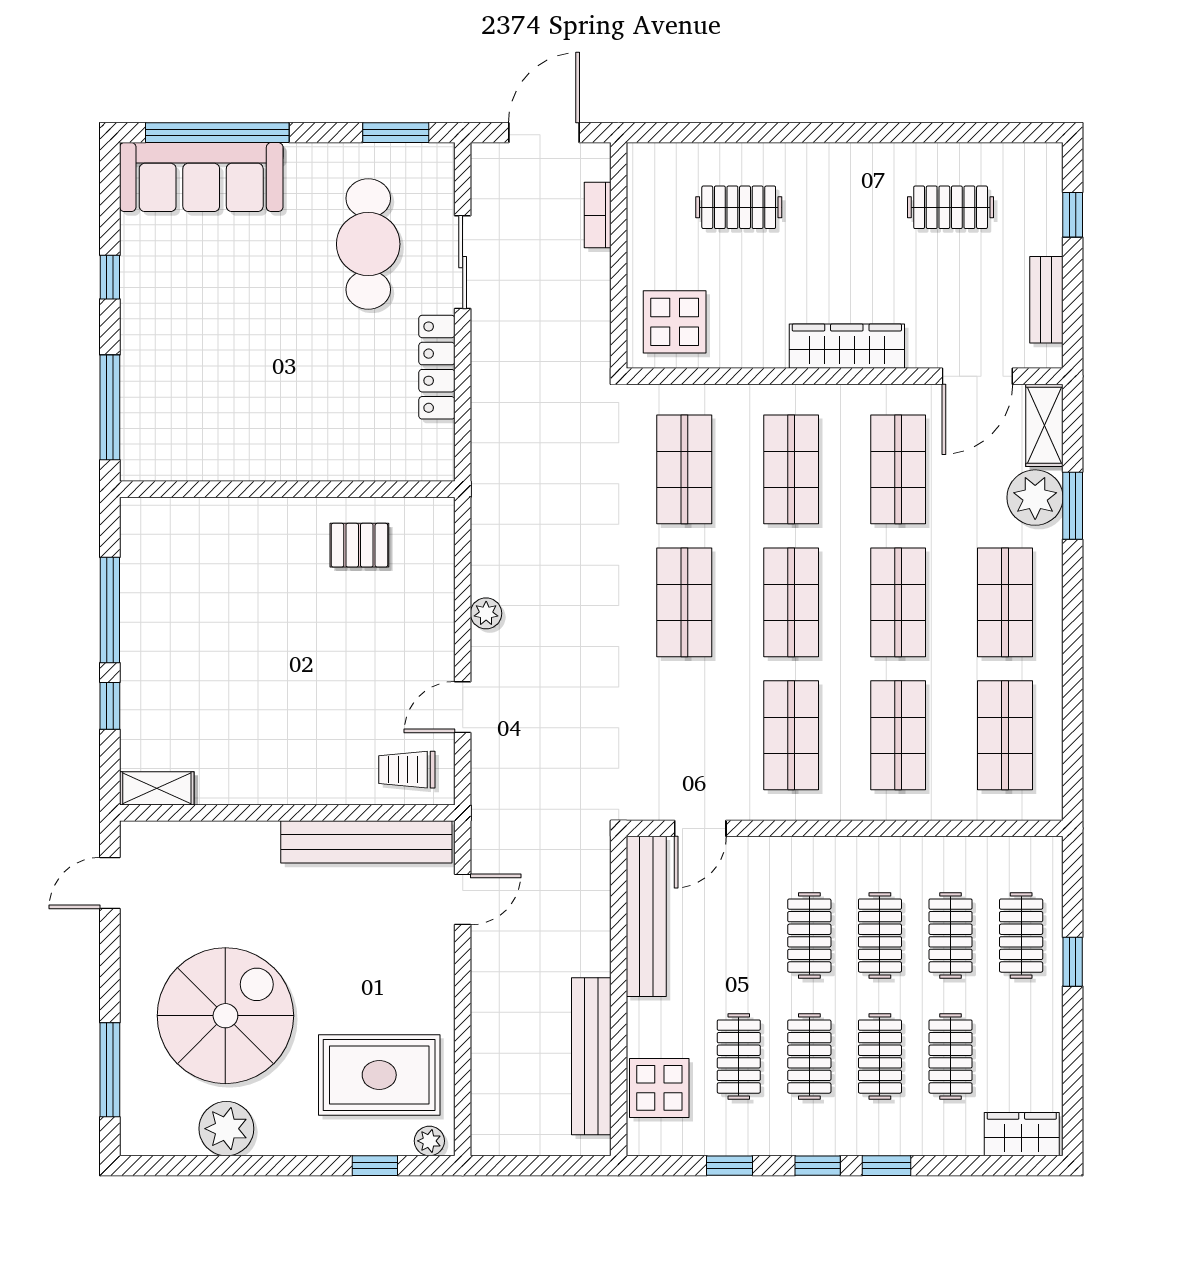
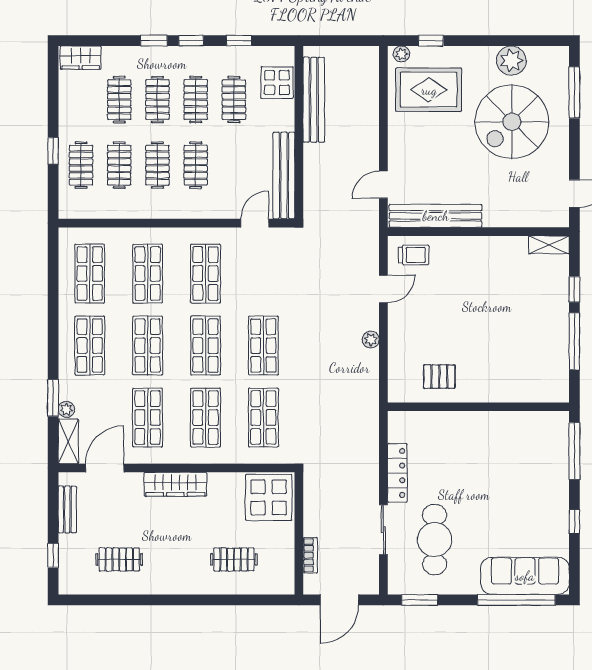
display table: (675, 322) -> (269, 497), width x1.36, depth x1.36
plant: (1035, 498) -> (66, 409), width x0.53, depth x0.53

